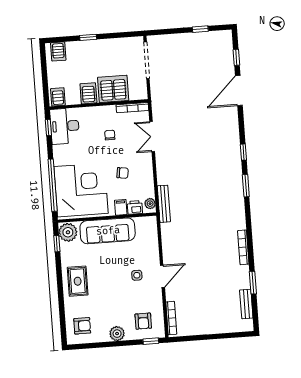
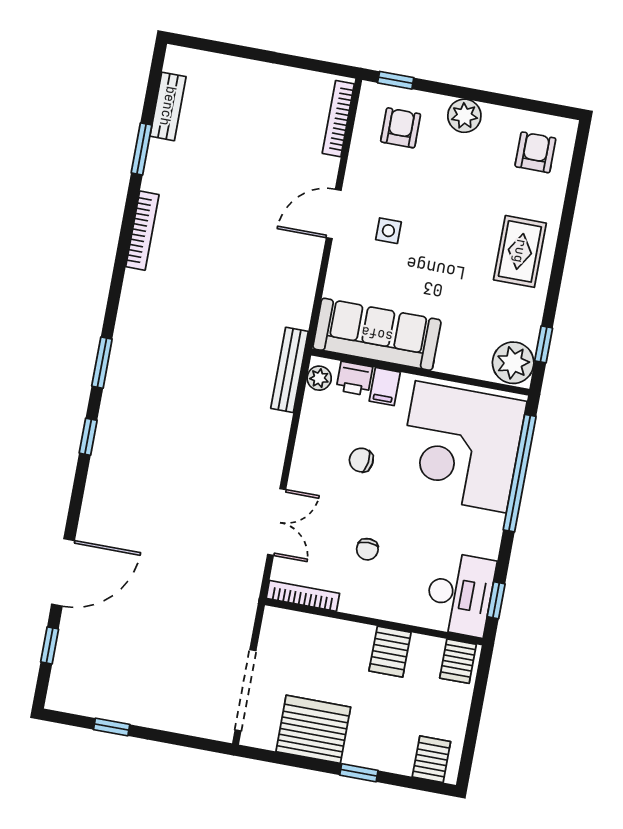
server rack: (113, 89) -> (313, 729), moved, turned 180
sofa: (108, 231) -> (377, 334), moved
armchair: (82, 326) -> (535, 152), turned 90

